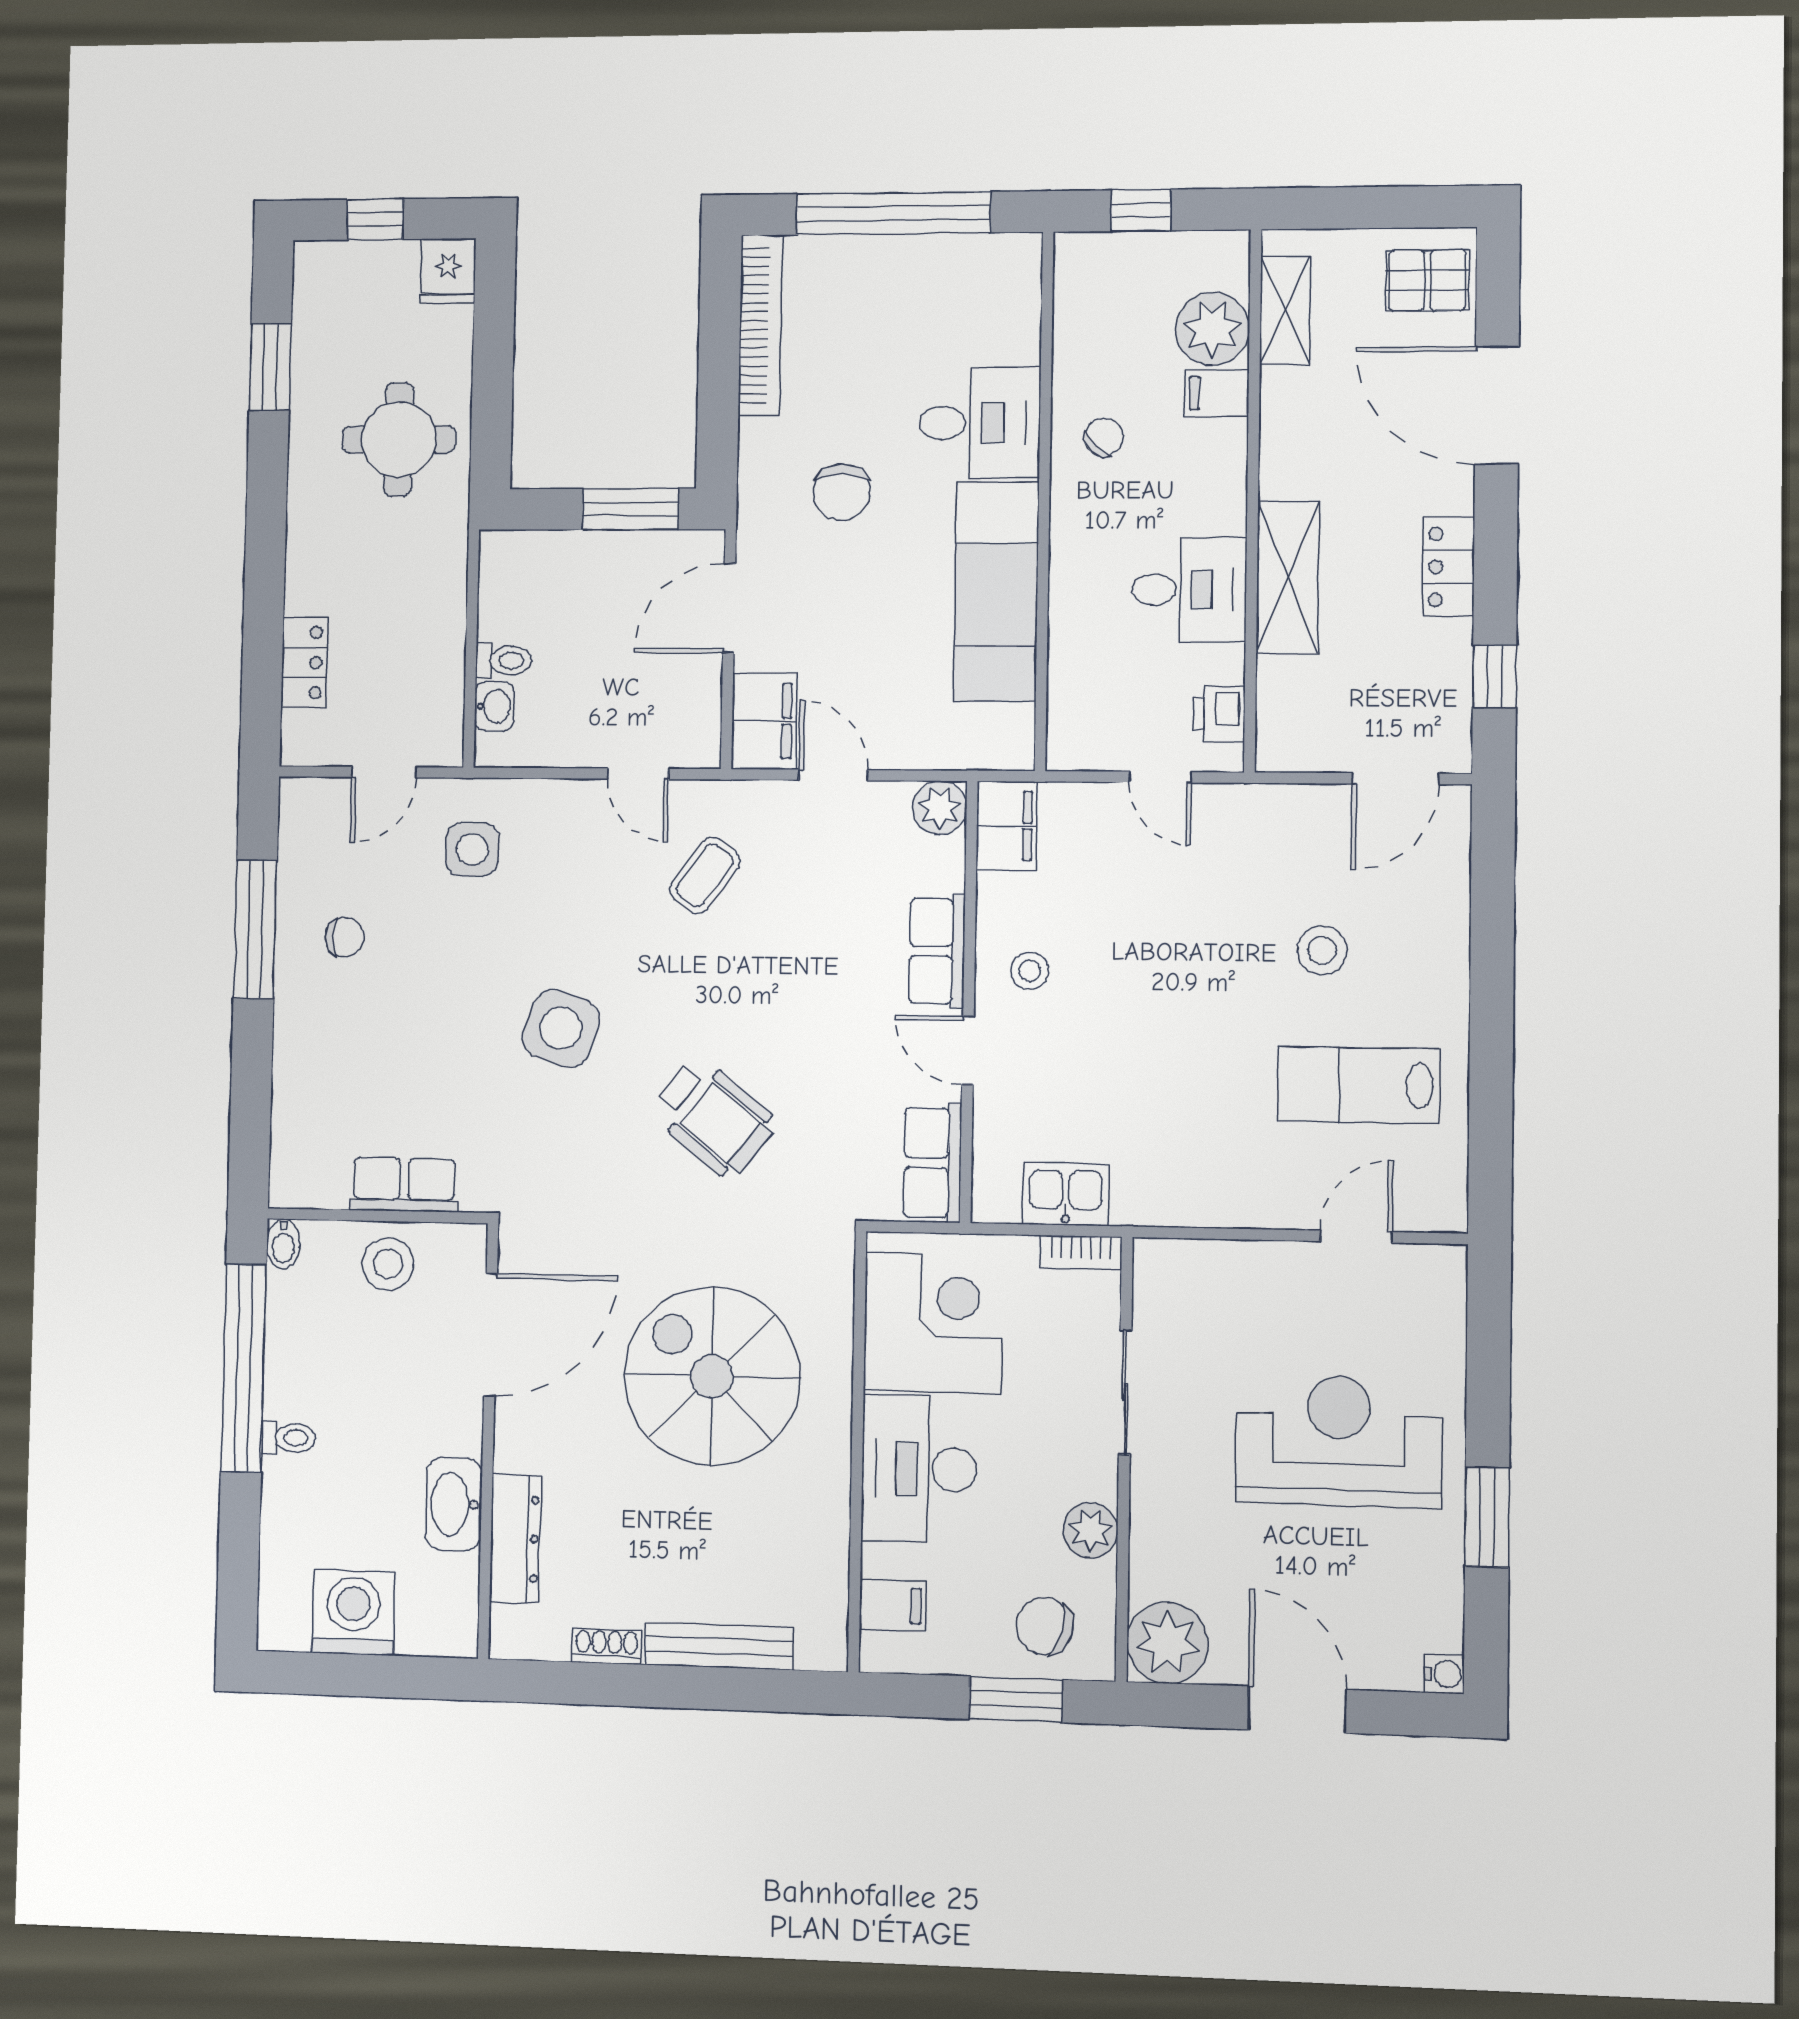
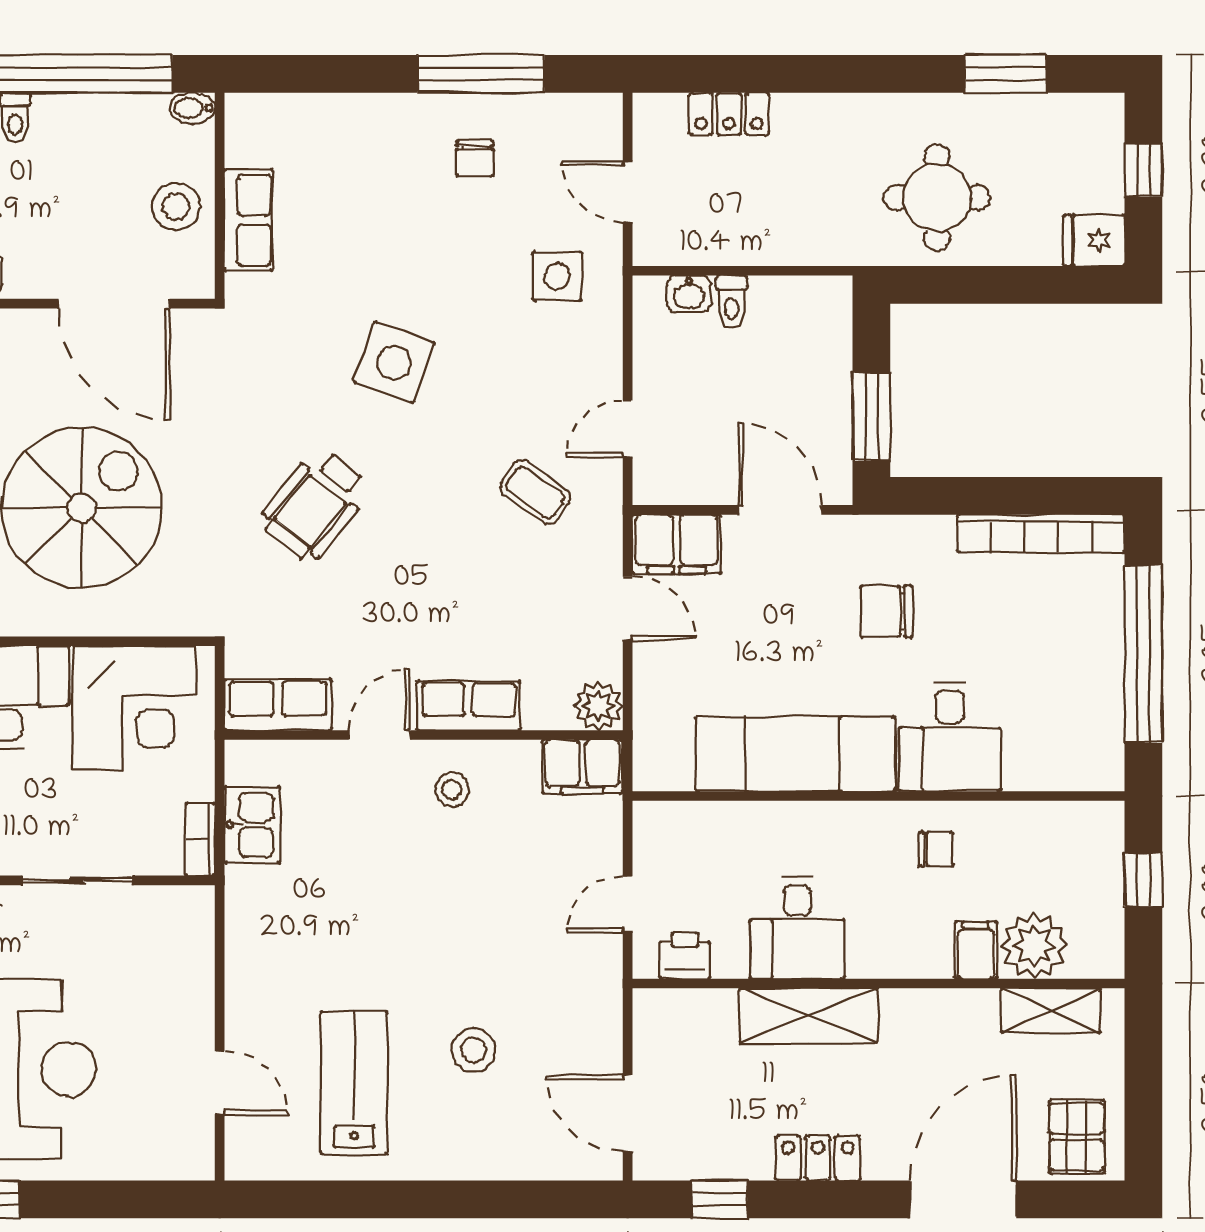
chair: (1104, 437) -> (936, 849), turned -43
door: (833, 775) -> (628, 608), hinge flipped

